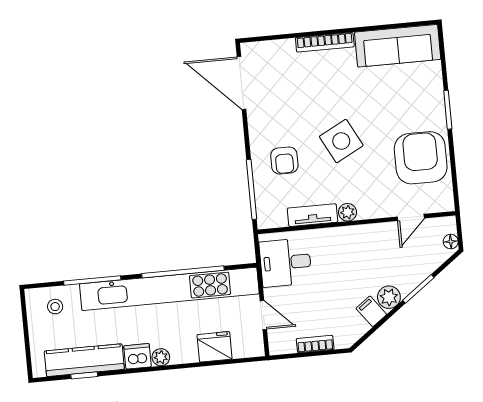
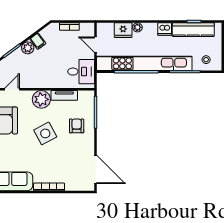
plant: (348, 212) -> (41, 99), width x1.87, depth x1.87
plant: (161, 357) -> (137, 27), moved

